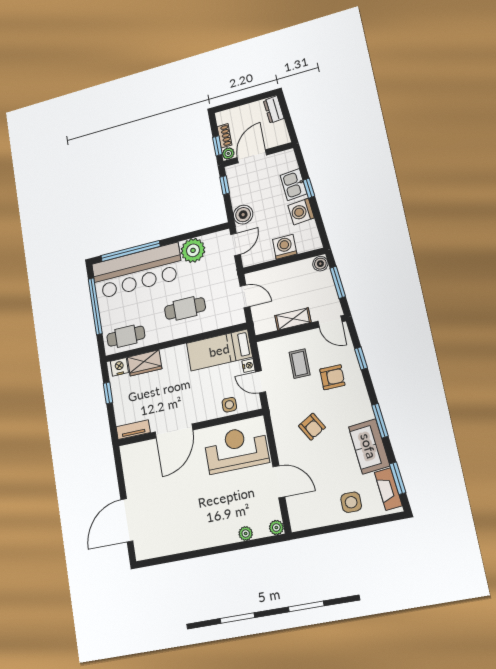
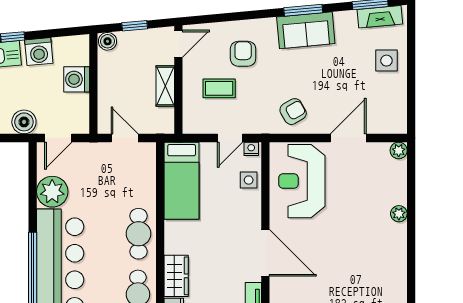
door: (235, 244) -> (58, 138), swing flipped
window: (338, 282) -> (135, 26), width x0.67
door: (245, 296) -> (125, 138), hinge flipped
cafe table: (185, 308) -> (138, 234), moved
window: (361, 358) -> (229, 17), removed
nightstand: (248, 365) -> (251, 149), moved
armchair: (312, 427) -> (293, 112), moved
sofa: (369, 446) -> (306, 30), moved
plant: (246, 534) -> (399, 214), moved

